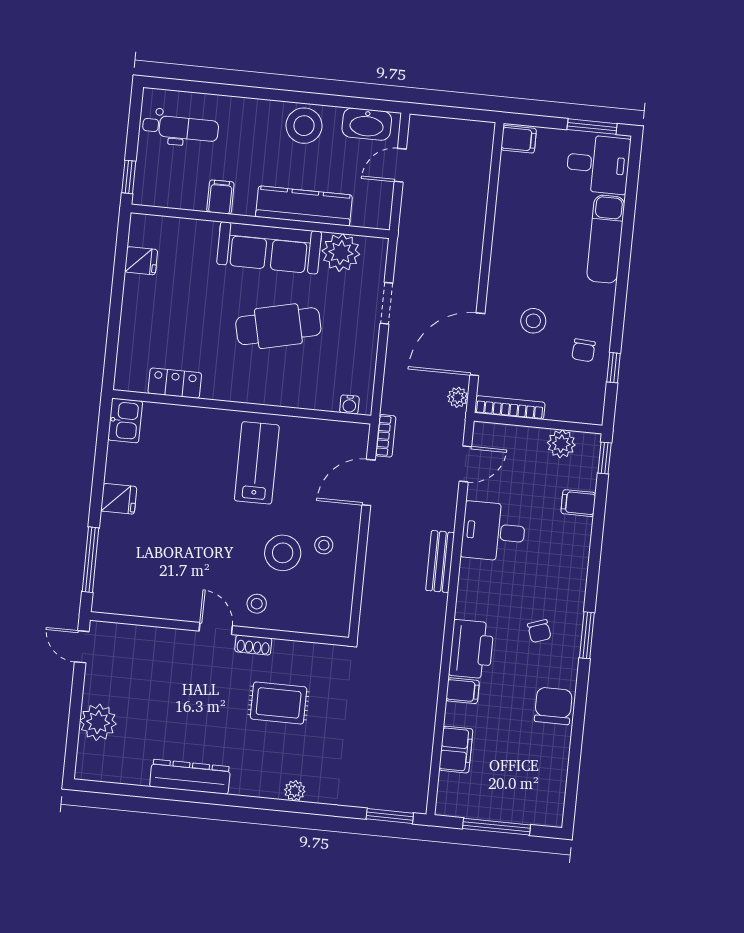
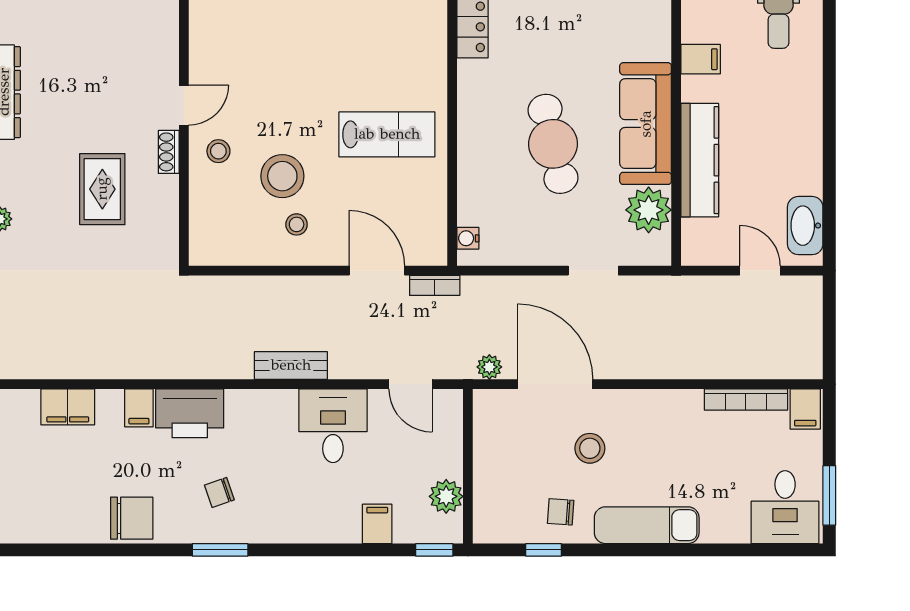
stool: (304, 126) -> (796, 151), removed
exam couch: (606, 239) -> (647, 525), moved
bookcase: (510, 408) -> (746, 400), moved, turned 90

